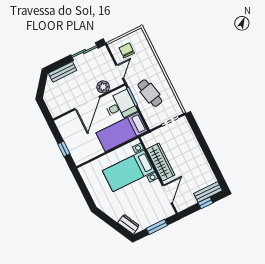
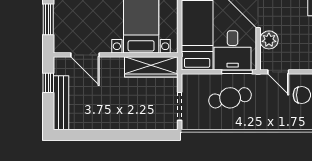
wardrobe: (161, 162) -> (151, 67), moved
bench: (208, 192) -> (61, 103), width x1.36
window: (205, 203) -> (48, 83), moved

